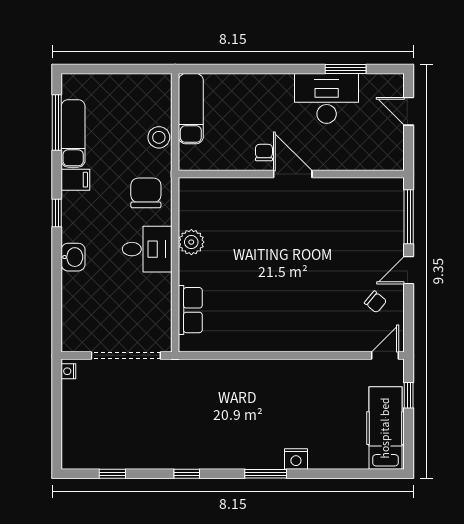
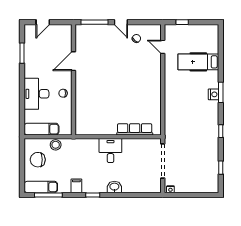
desk: (327, 98) -> (36, 94), moved
exam couch: (73, 133) -> (41, 187), moved
door: (293, 174) -> (74, 61), moved
chair: (146, 193) -> (38, 160), moved
plant: (191, 242) -> (107, 129), removed
row of seats: (190, 310) -> (135, 129), width x1.48
door: (385, 355) -> (163, 47), moved
hospital bed: (385, 428) -> (198, 62), moved
nightstand: (296, 459) -> (214, 94), moved

